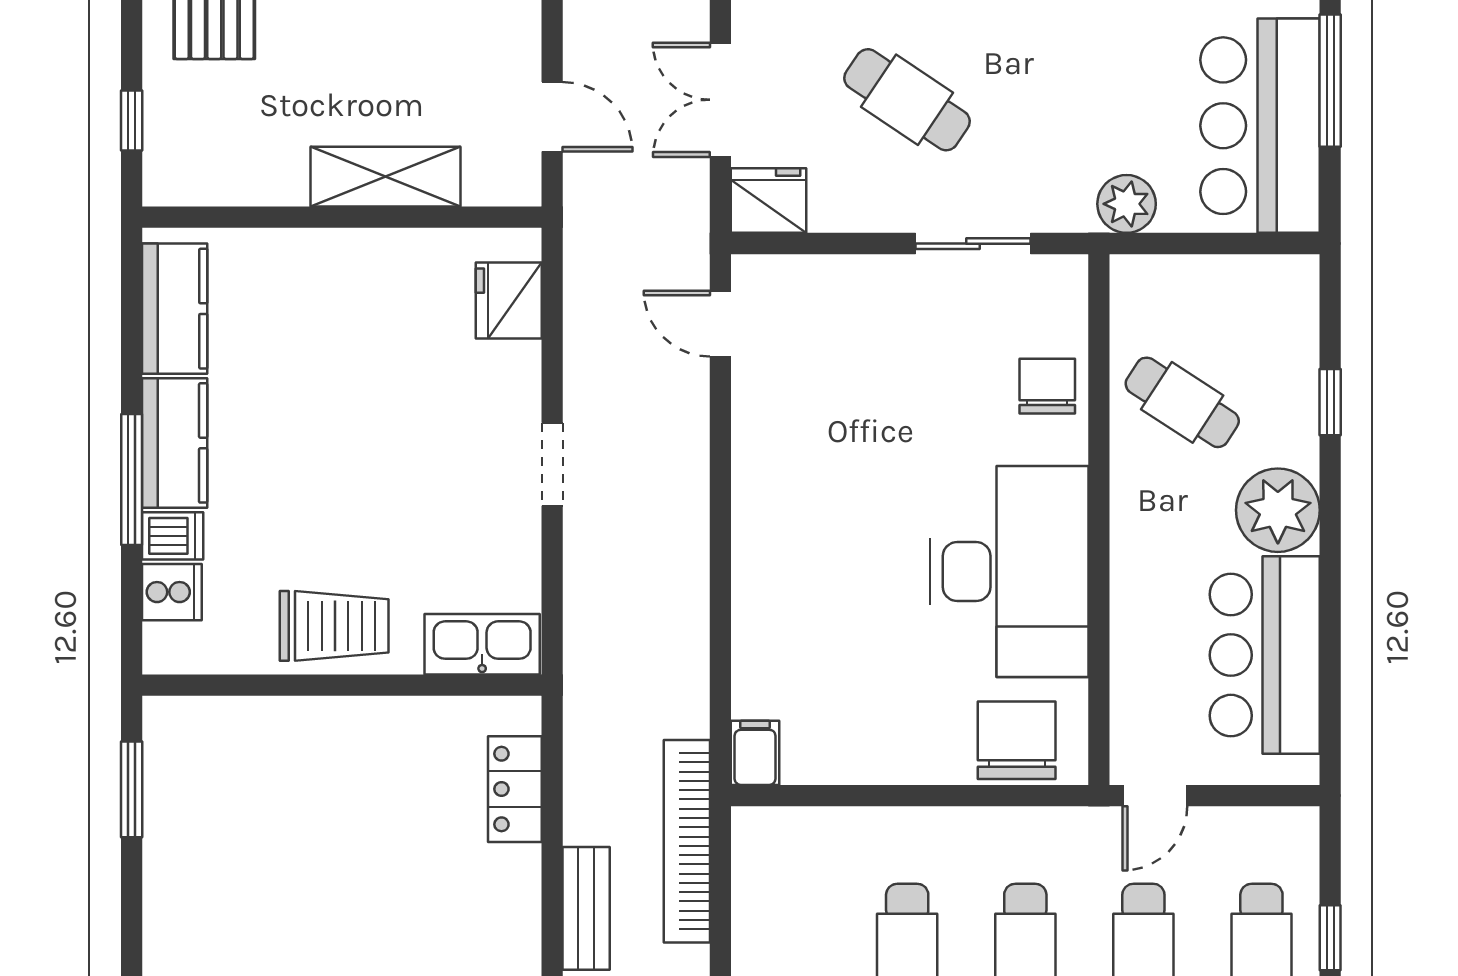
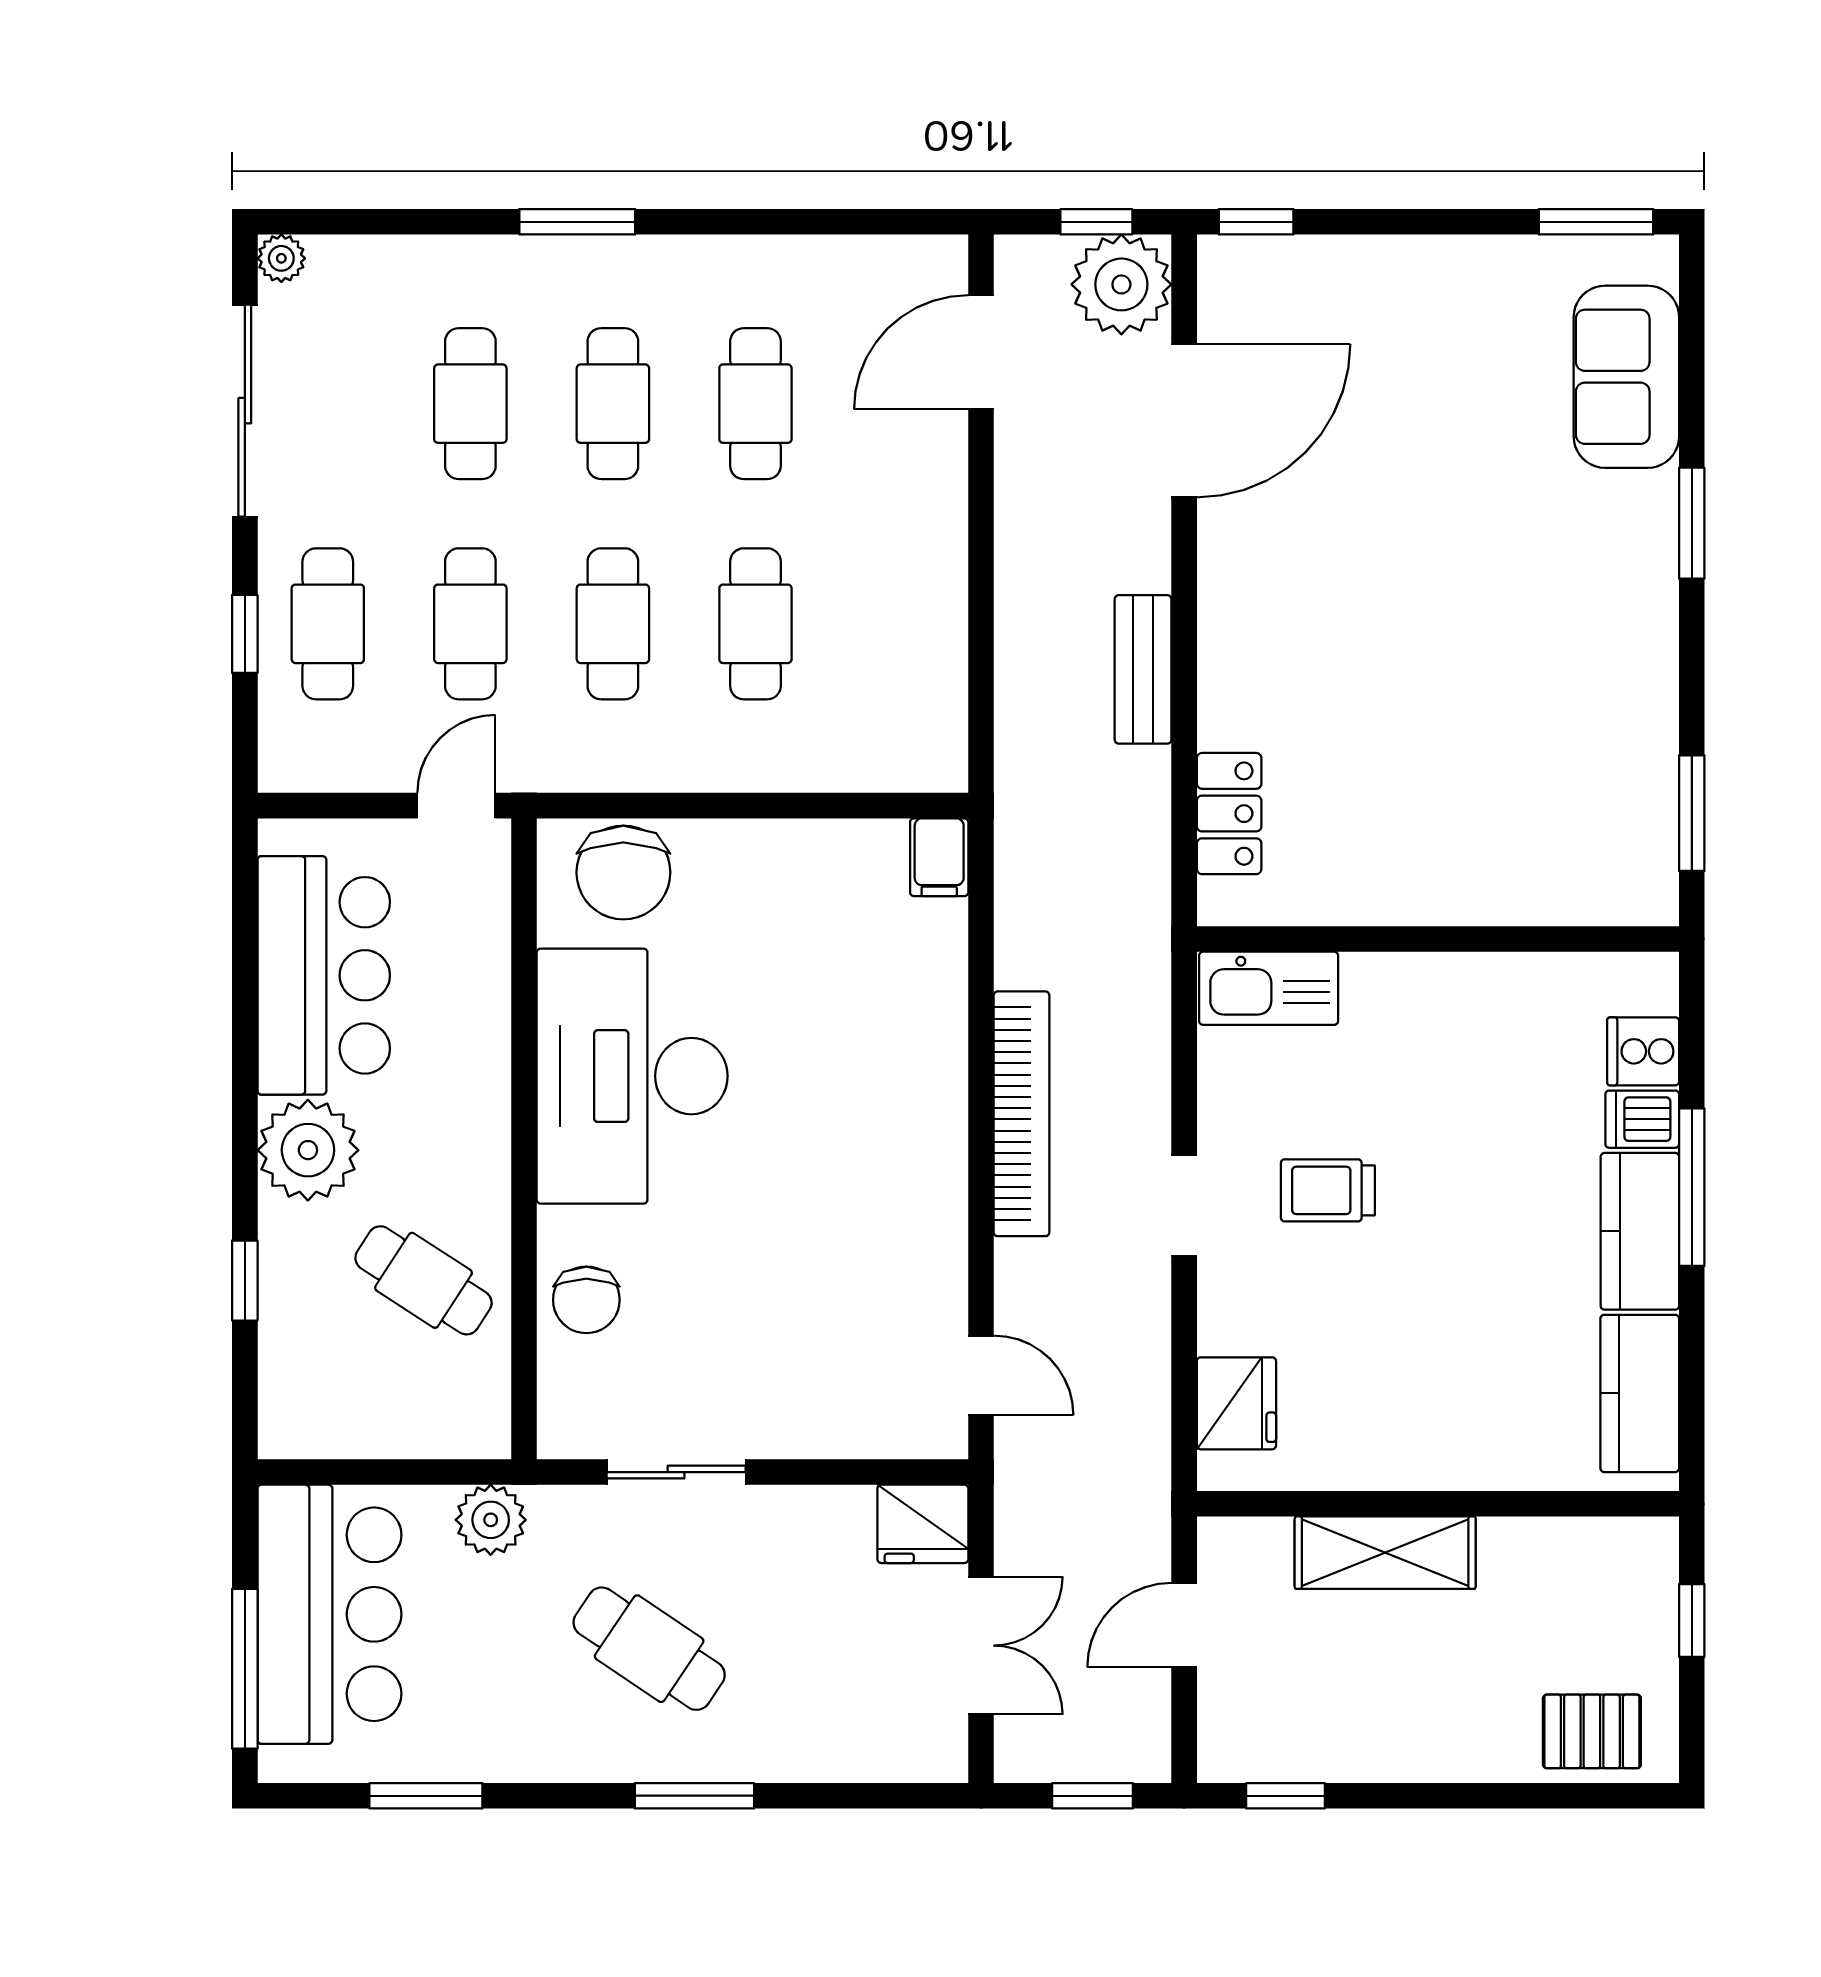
cafe table: (907, 100) -> (649, 1649), moved
door: (552, 117) -> (1184, 1625), hinge flipped
trolley: (334, 626) -> (1328, 1190), moved, width x0.73, depth x0.72
bookcase: (687, 841) -> (1021, 1114), moved

